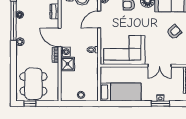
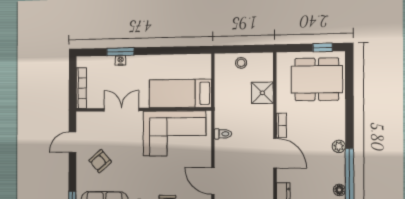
door: (99, 20) -> (213, 181), swing flipped
washing machine: (65, 52) -> (266, 131), removed
shower: (67, 64) -> (262, 93), moved
dining table: (33, 84) -> (317, 79), turned 90
bed: (121, 92) -> (180, 94), moved

